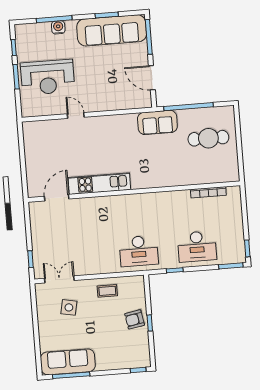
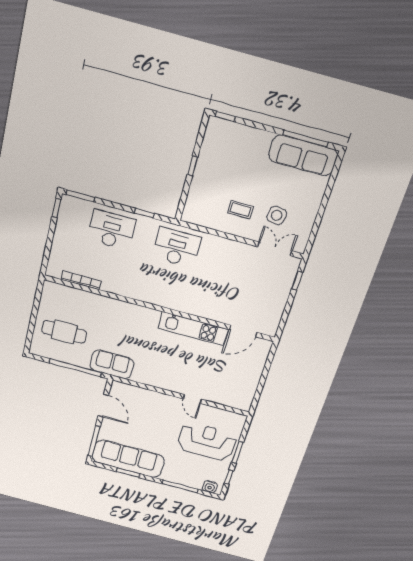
water cooler: (58, 27) -> (210, 487), moved
double door: (59, 279) -> (275, 249), swing flipped
coffee table: (107, 291) -> (240, 210), moved
armchair: (135, 319) -> (208, 176), removed

